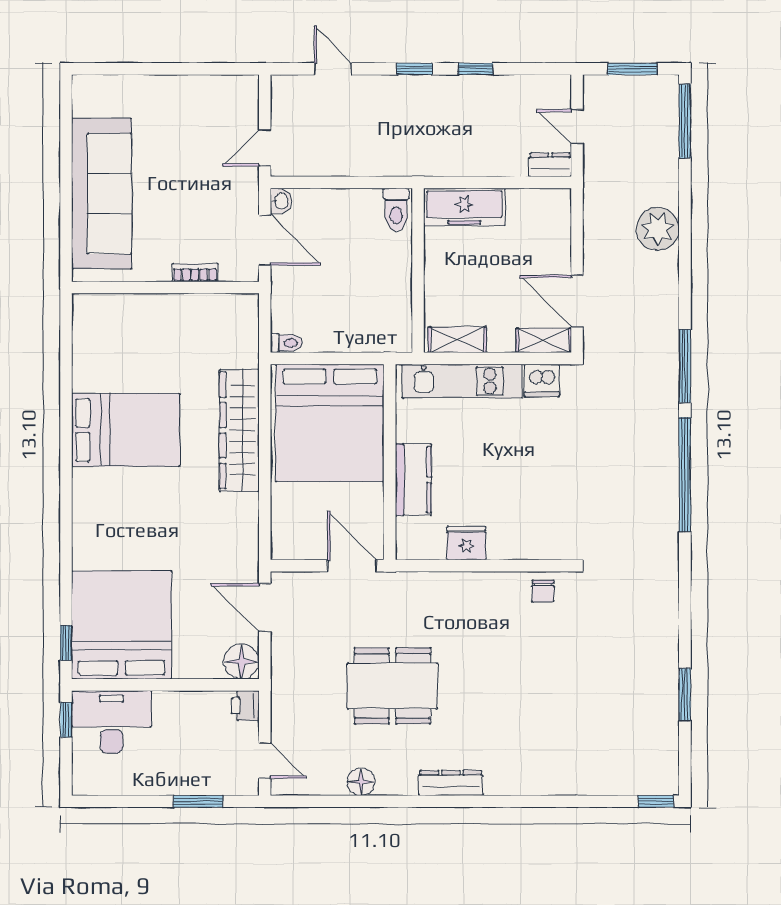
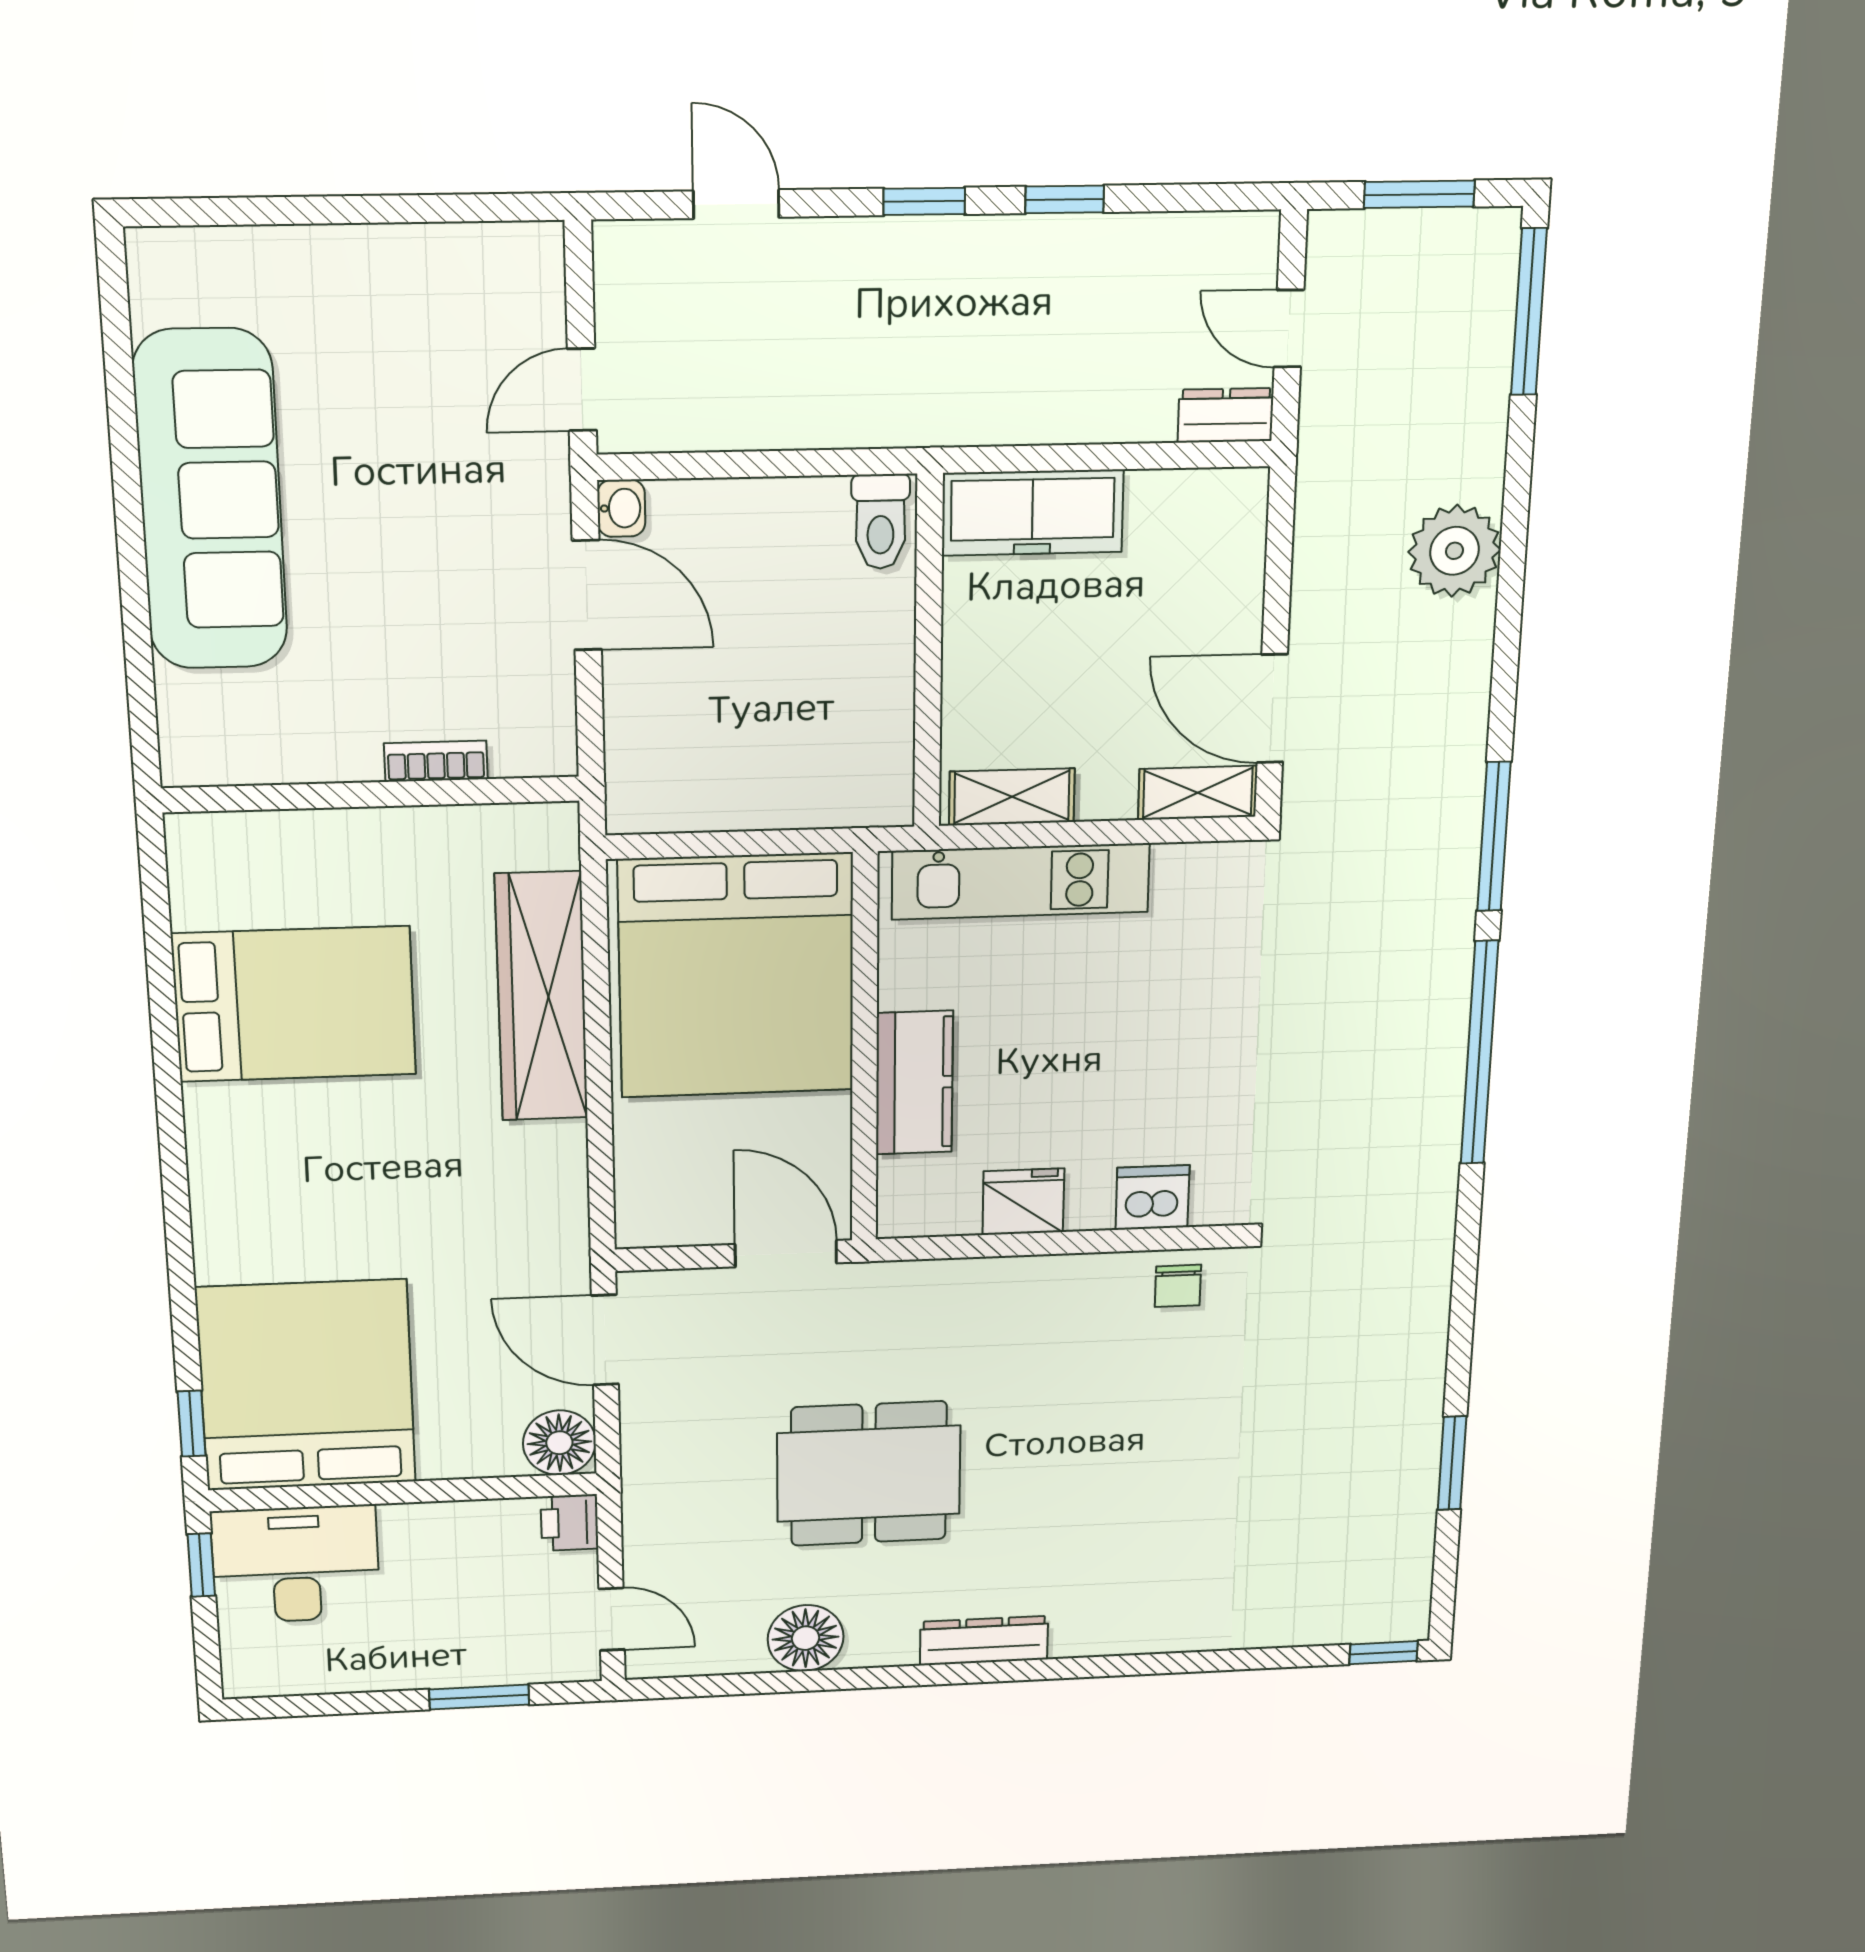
bookcase: (195, 273) -> (436, 761), moved
wall: (165, 287) -> (371, 794), moved
toilet: (286, 343) -> (640, 814), removed
dishwasher: (542, 380) -> (1152, 1198), moved, turned 180
floor lamp: (361, 782) -> (806, 1638), width x1.38, depth x1.38

